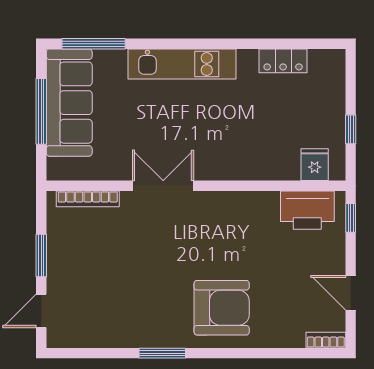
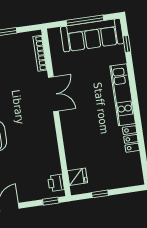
window: (94, 44) -> (127, 44), width x0.46
locker: (283, 61) -> (131, 139), moved
printer: (307, 210) -> (56, 183), width x0.53, depth x0.68

